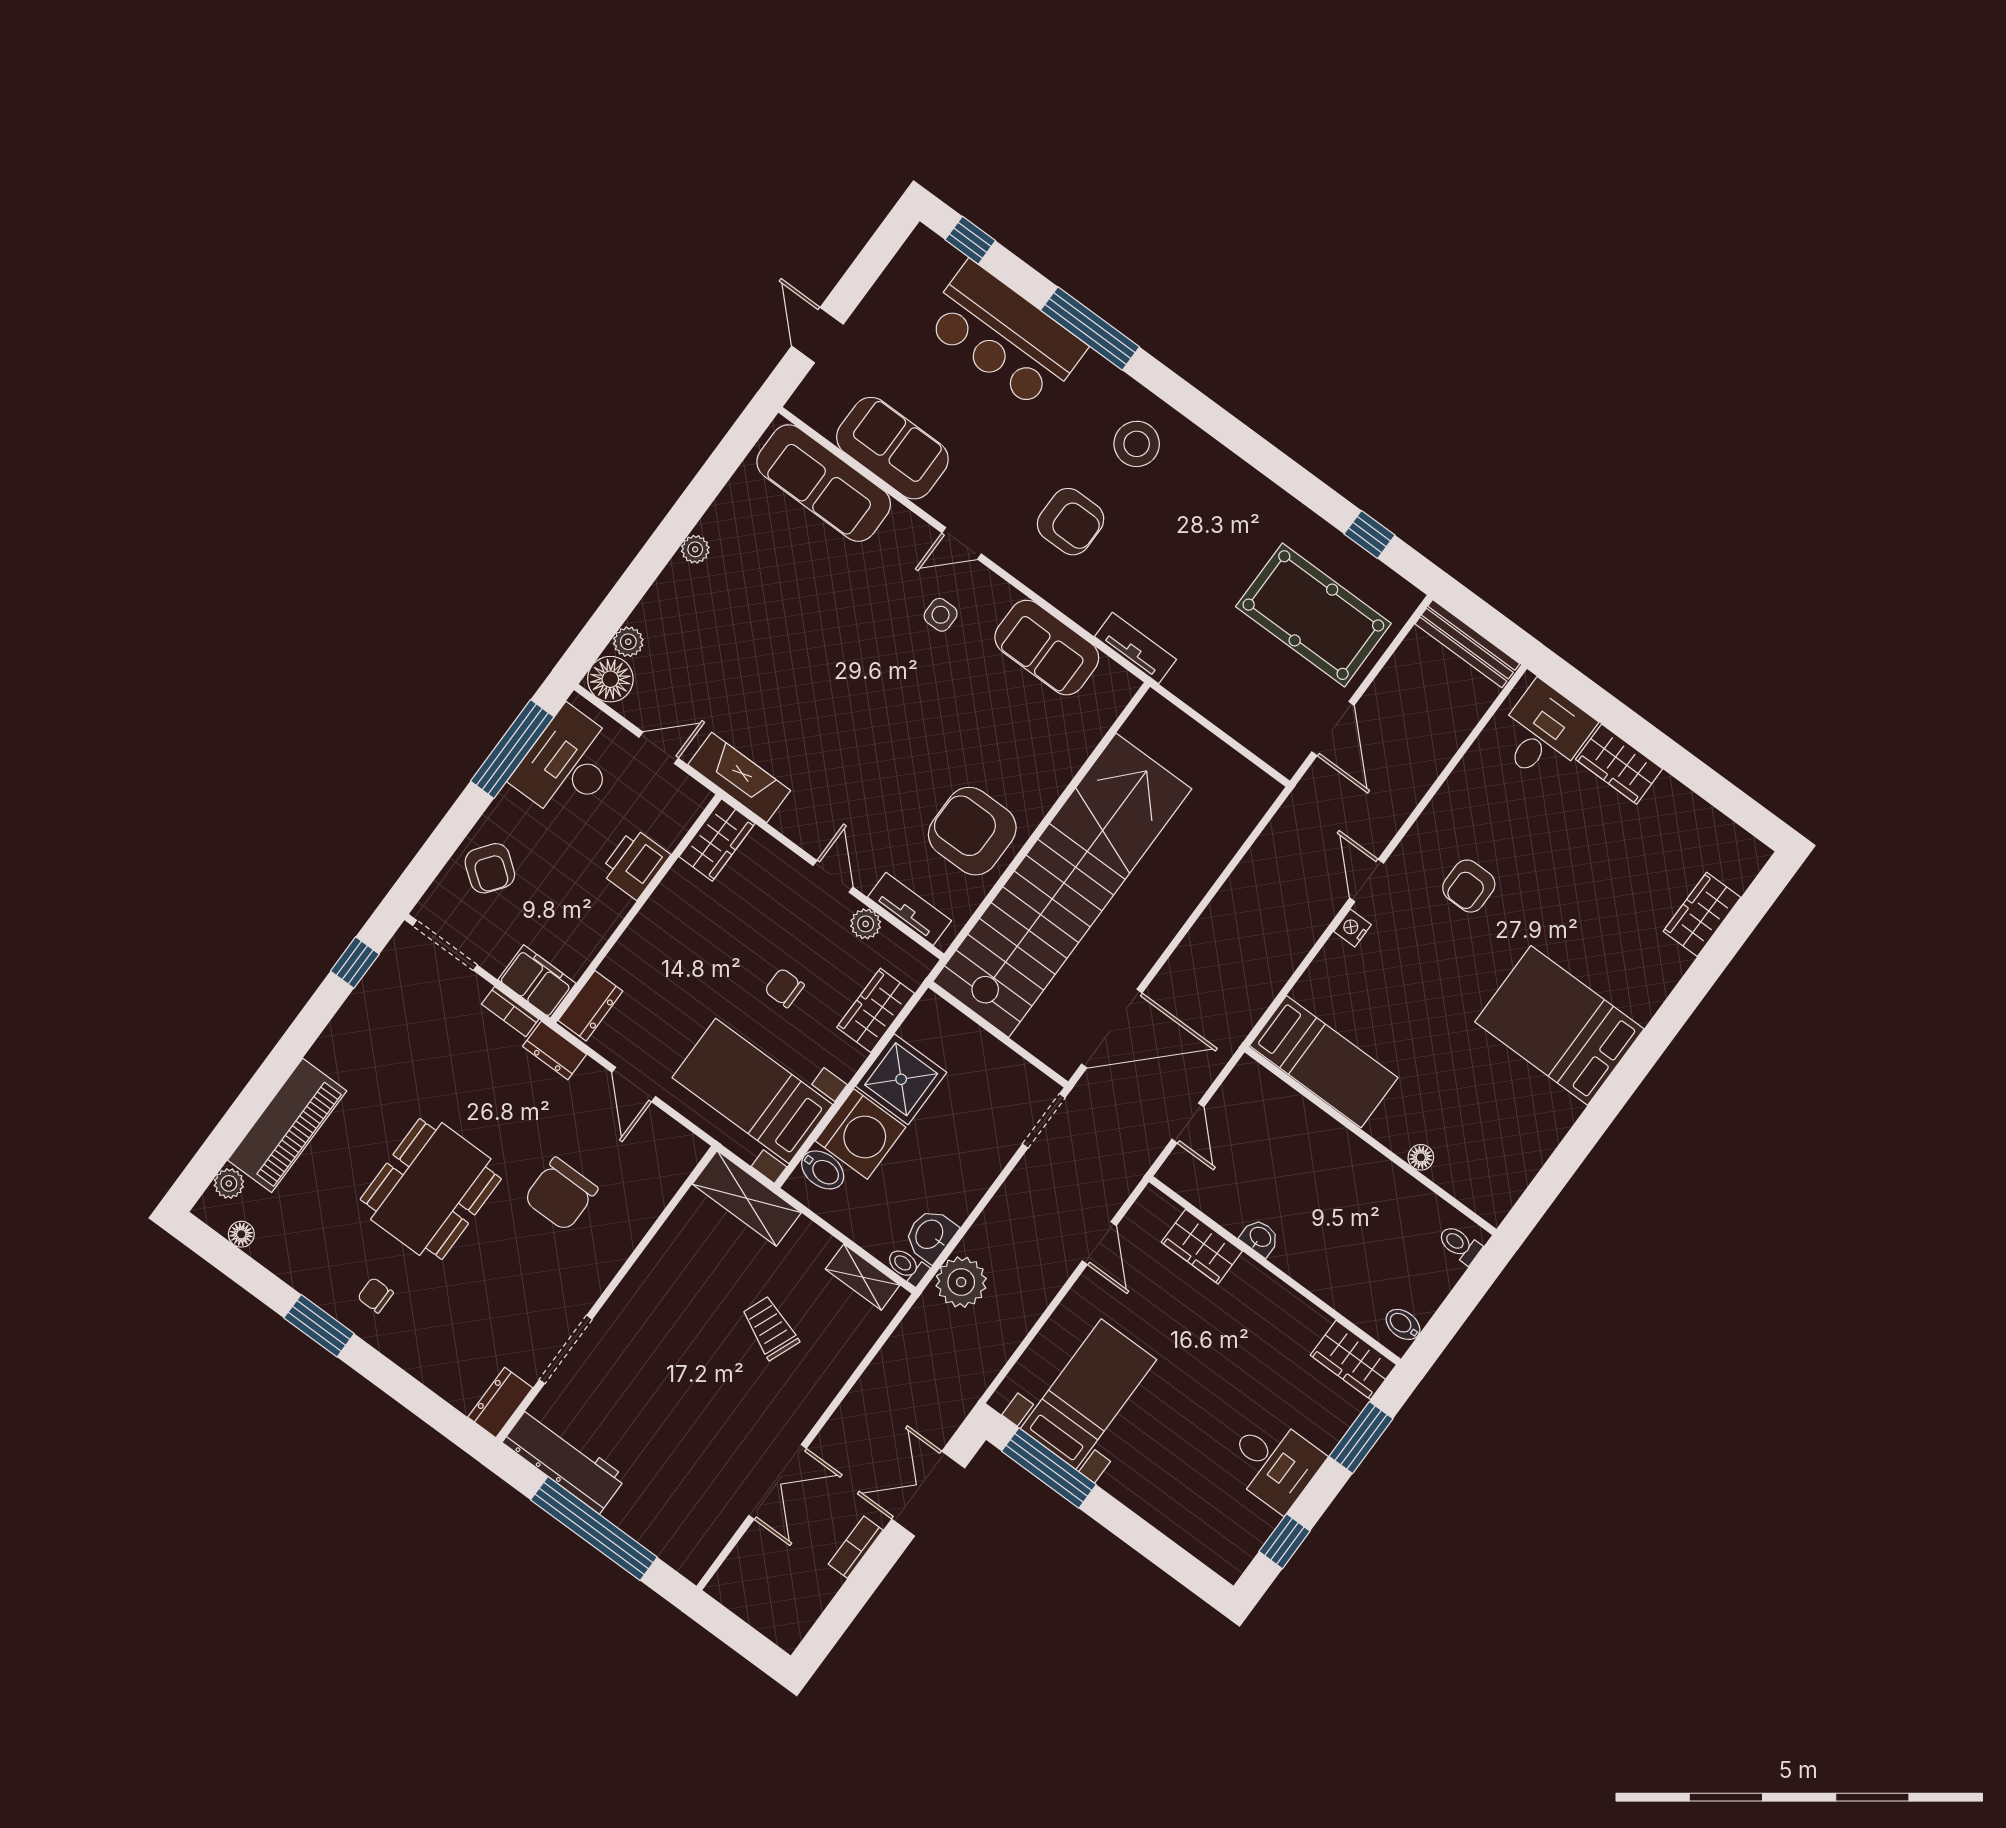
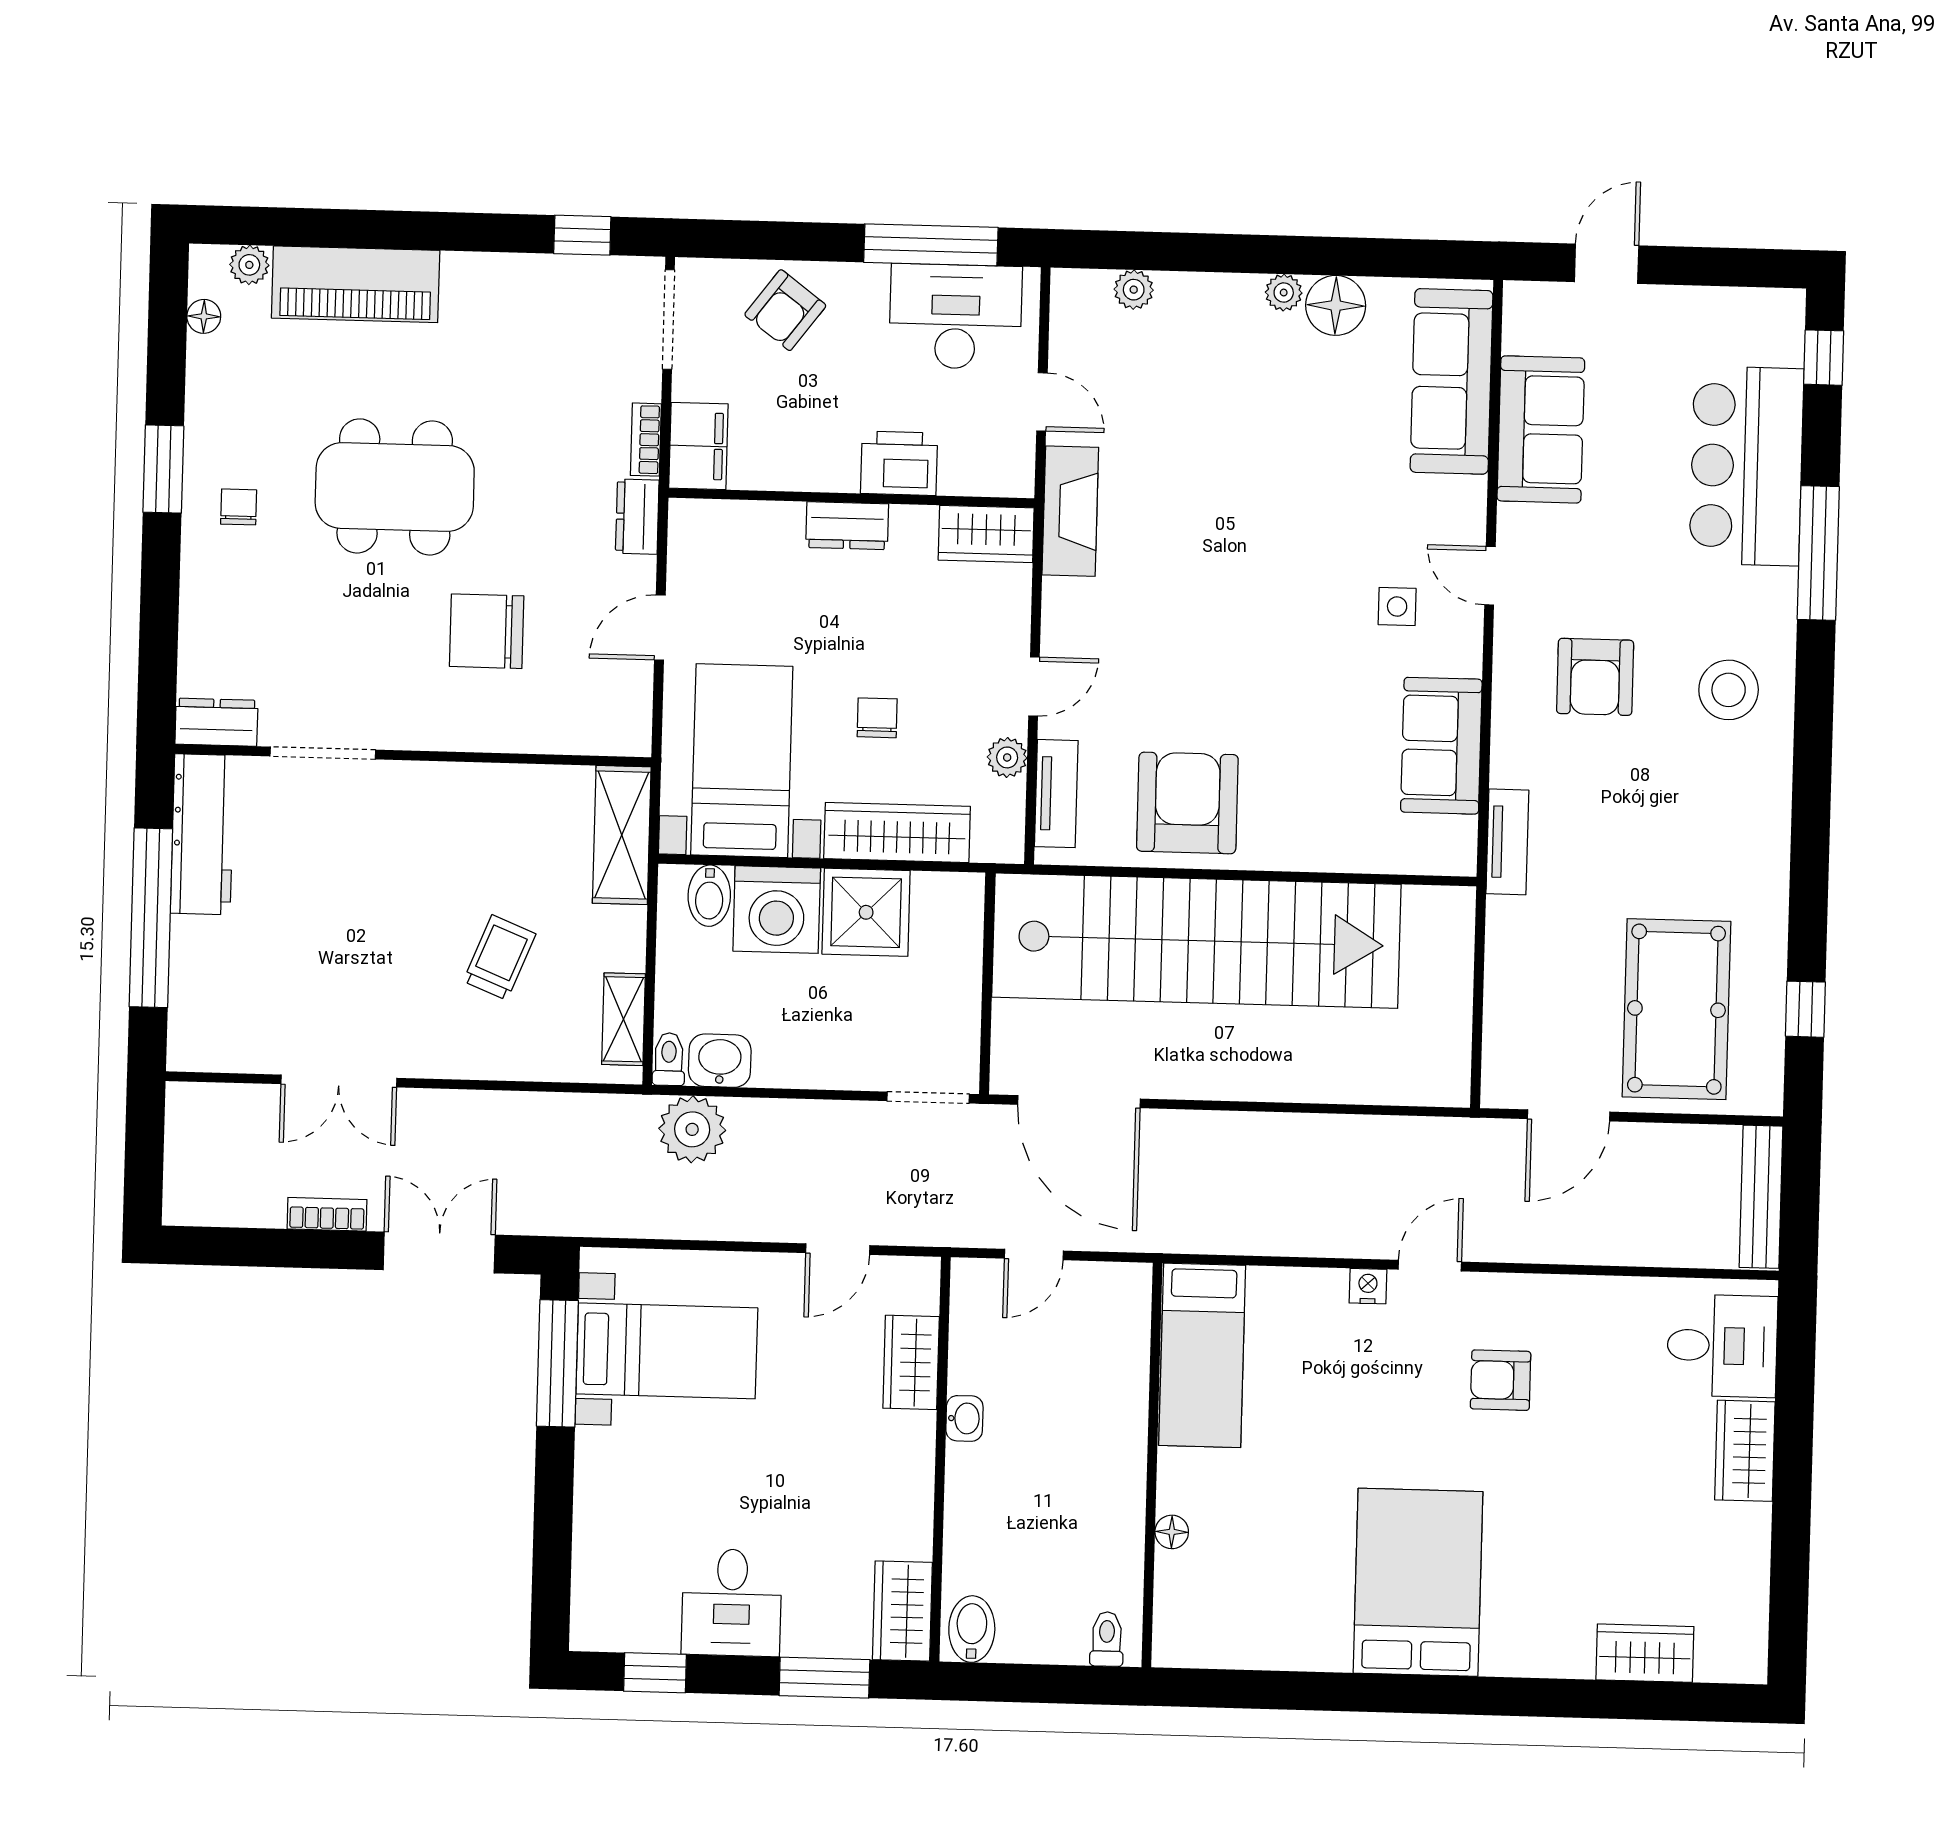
floor lamp: (610, 679) -> (1336, 305), moved
dresser: (590, 1006) -> (847, 526), moved
wardrobe: (876, 1010) -> (897, 832), width x1.50
bidet: (1403, 1324) -> (972, 1629), width x1.38, depth x1.36

